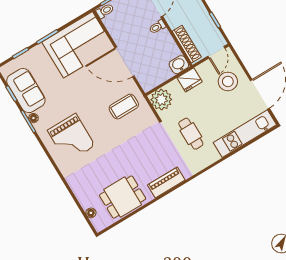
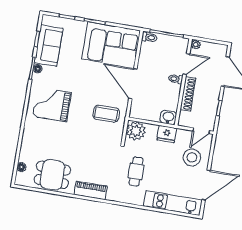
shoe rack: (187, 44) -> (188, 94), moved
grand piano: (71, 138) -> (52, 104), turned 90

